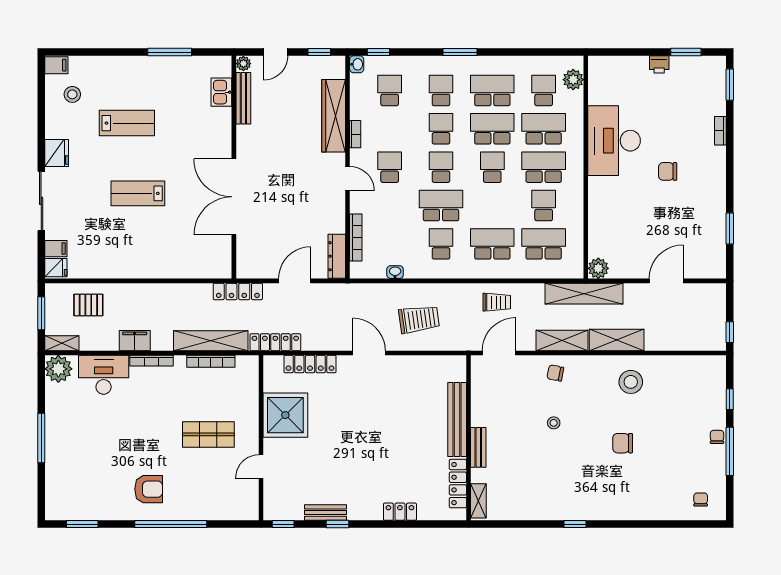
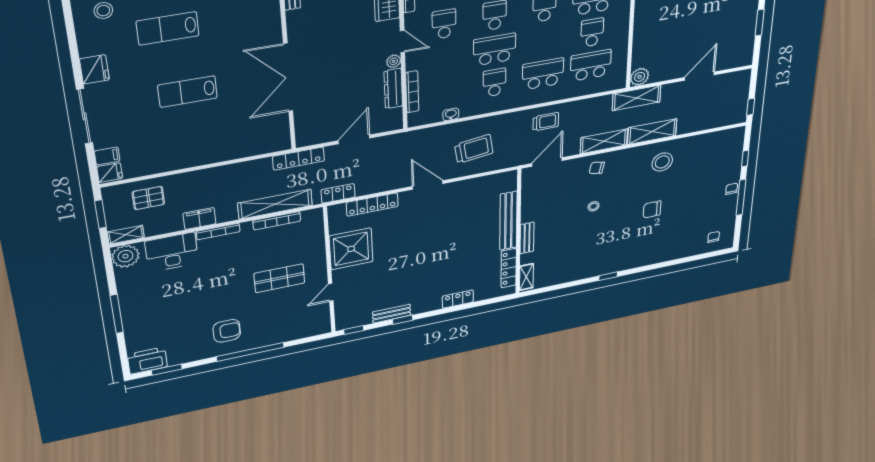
lab bench: (127, 123) -> (168, 28), turned 180
plant: (338, 199) -> (394, 61), added
dresser: (337, 256) -> (393, 88), moved
shelving: (584, 294) -> (637, 98), width x0.68
locker: (275, 342) -> (338, 193), width x0.66
printer: (64, 507) -> (147, 361), added

